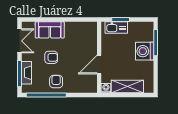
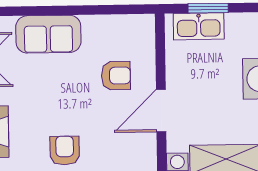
armchair: (51, 57) -> (116, 76), moved

